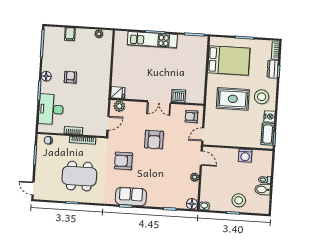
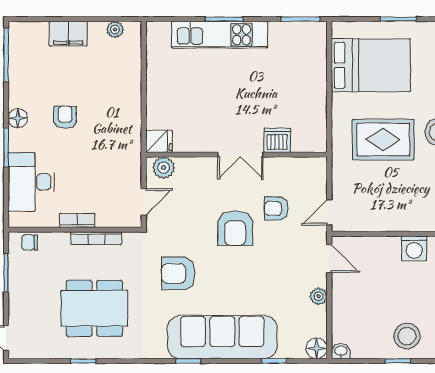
filing cabinet: (70, 34) -> (68, 34), width x2.00
armchair: (191, 117) -> (276, 208), moved
sofa: (131, 197) -> (222, 337), width x1.85, depth x1.27

